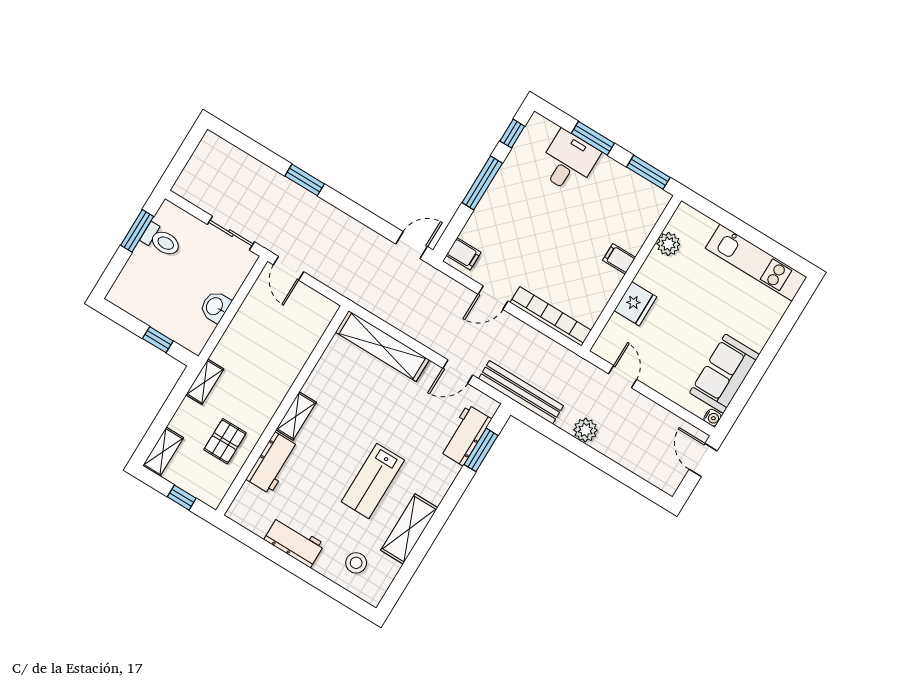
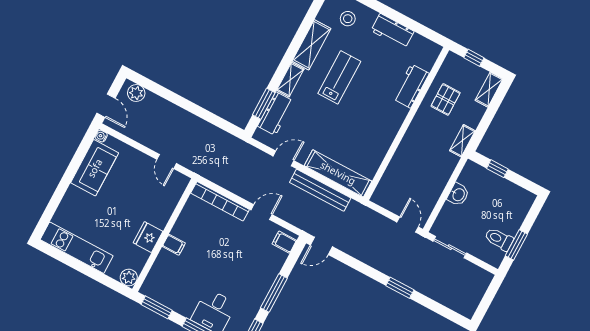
plant: (668, 244) -> (129, 277), moved
fridge: (635, 304) -> (148, 237), moved
bench: (521, 392) -> (320, 190), moved
shelving: (296, 416) -> (290, 80), moved
plant: (585, 430) -> (136, 93), moved

